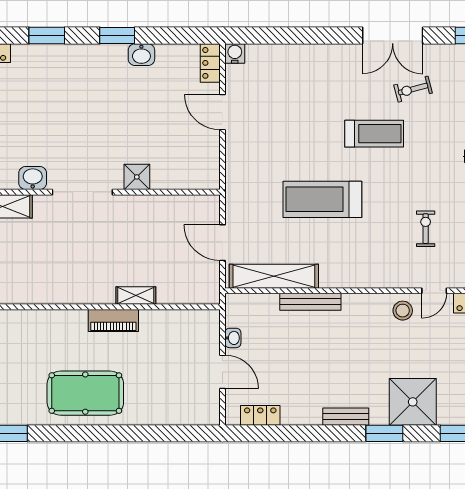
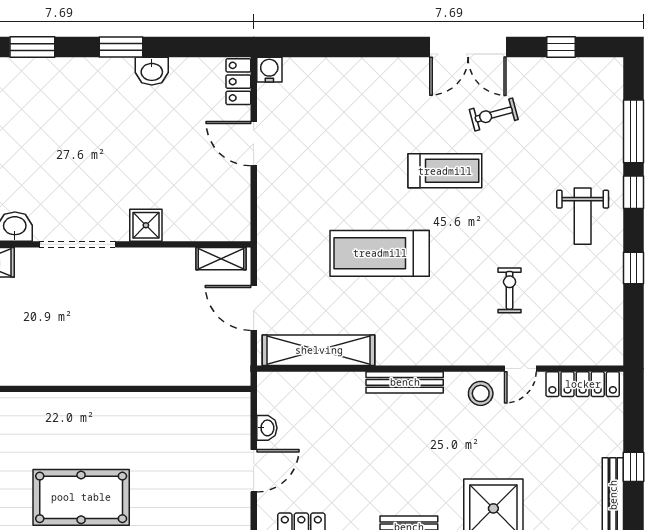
shelving: (136, 296) -> (221, 259), moved
bench: (310, 302) -> (405, 382), moved
piano: (113, 320) -> (116, 406), removed
door: (222, 372) -> (254, 471), hinge flipped

